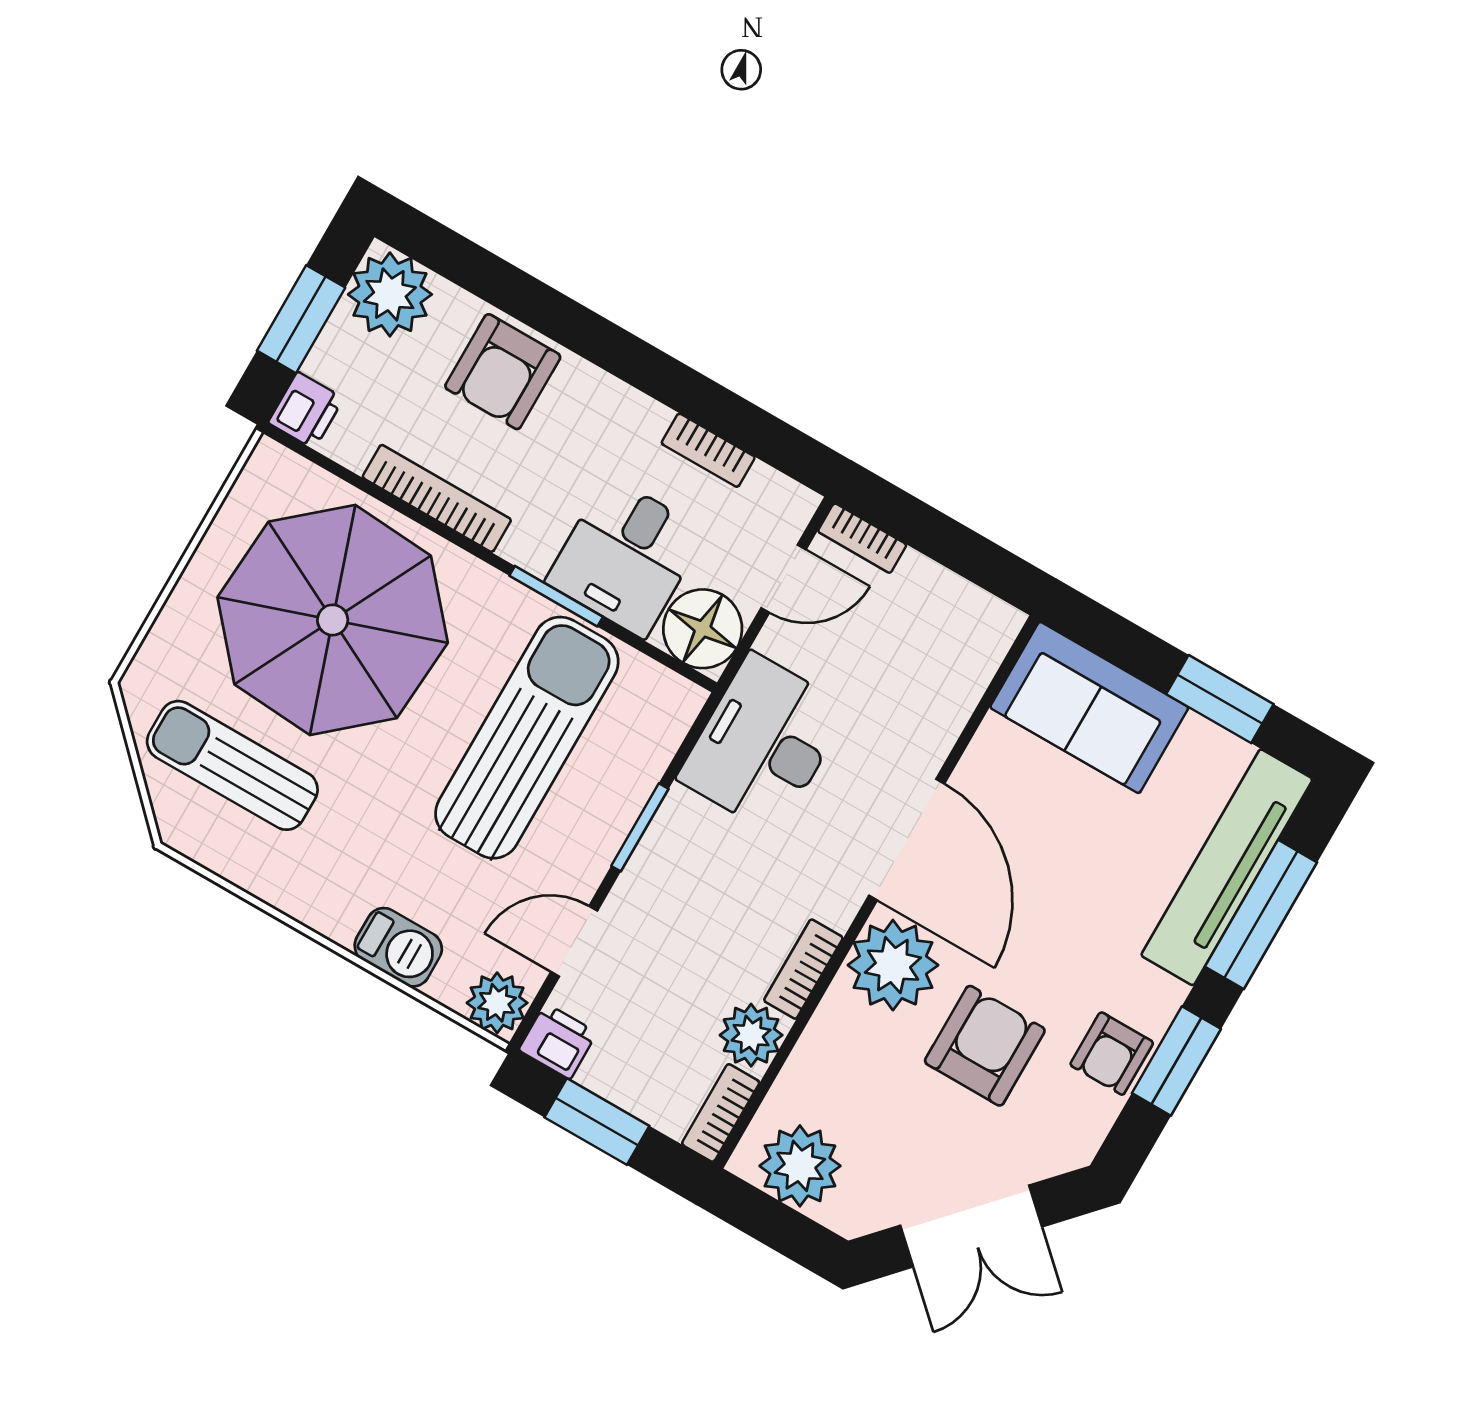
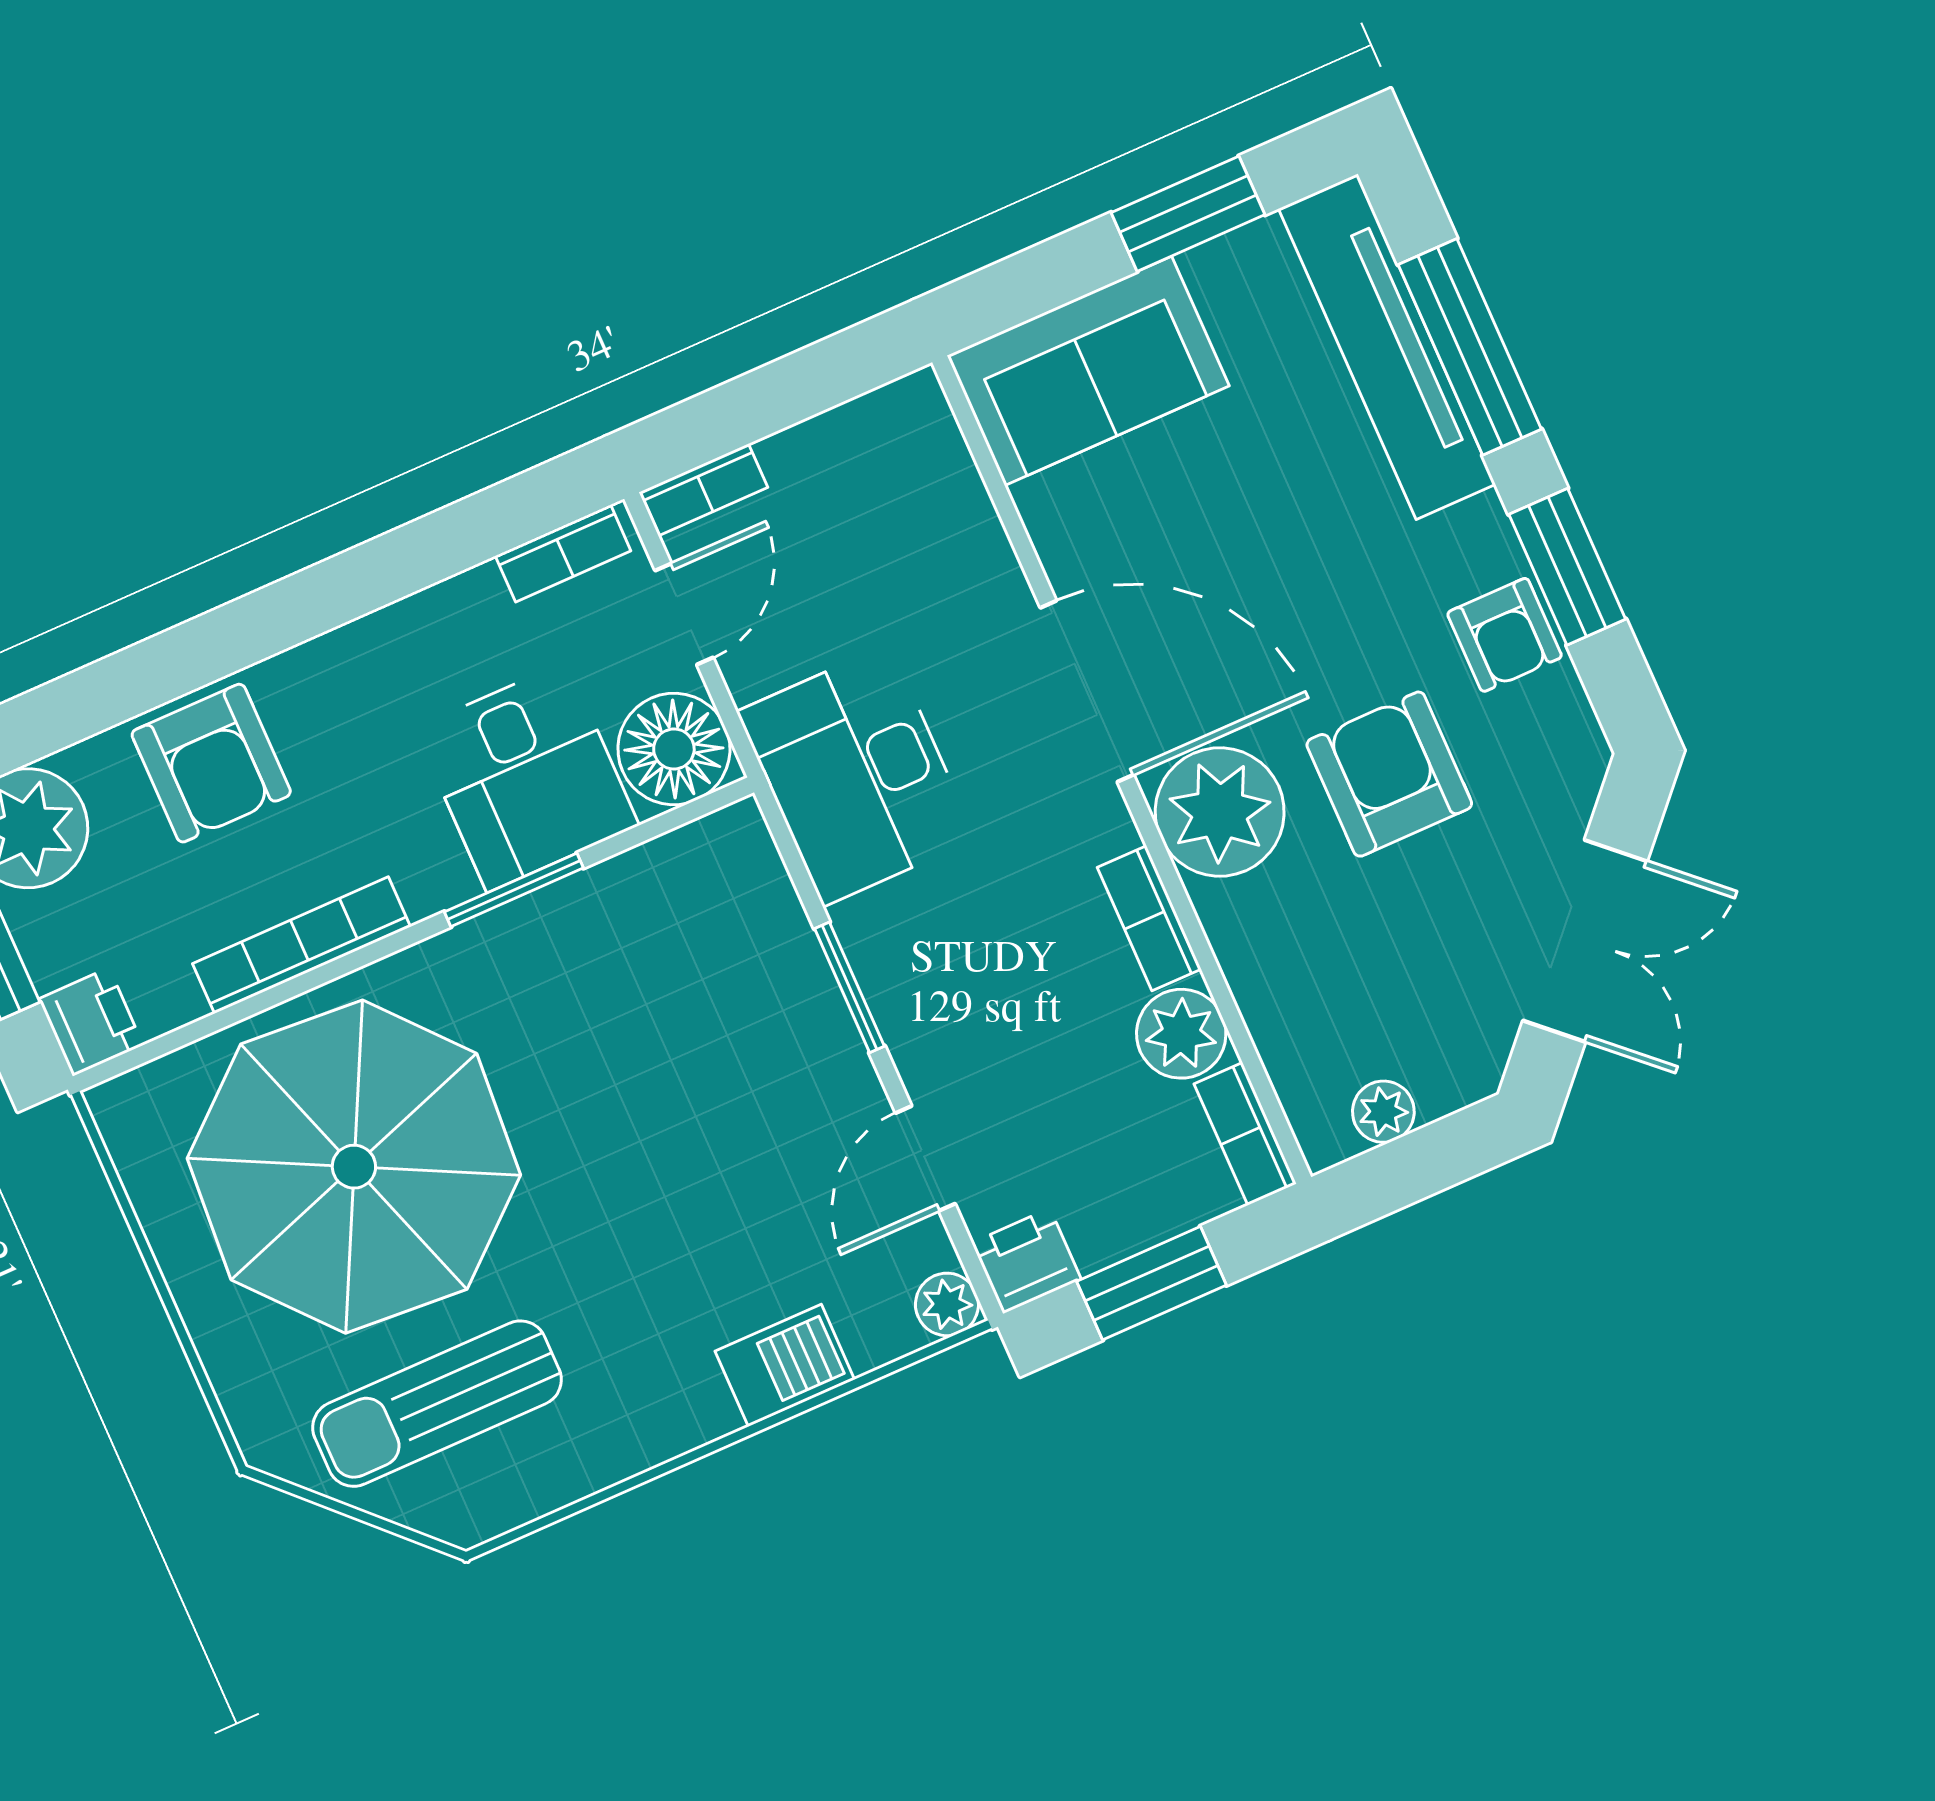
bookcase: (708, 450) -> (563, 553), moved
sun lounger: (527, 738) -> (652, 1042), removed
plant: (497, 1003) -> (947, 1304), width x0.73, depth x0.73
plant: (800, 1166) -> (1383, 1112), width x0.53, depth x0.53

